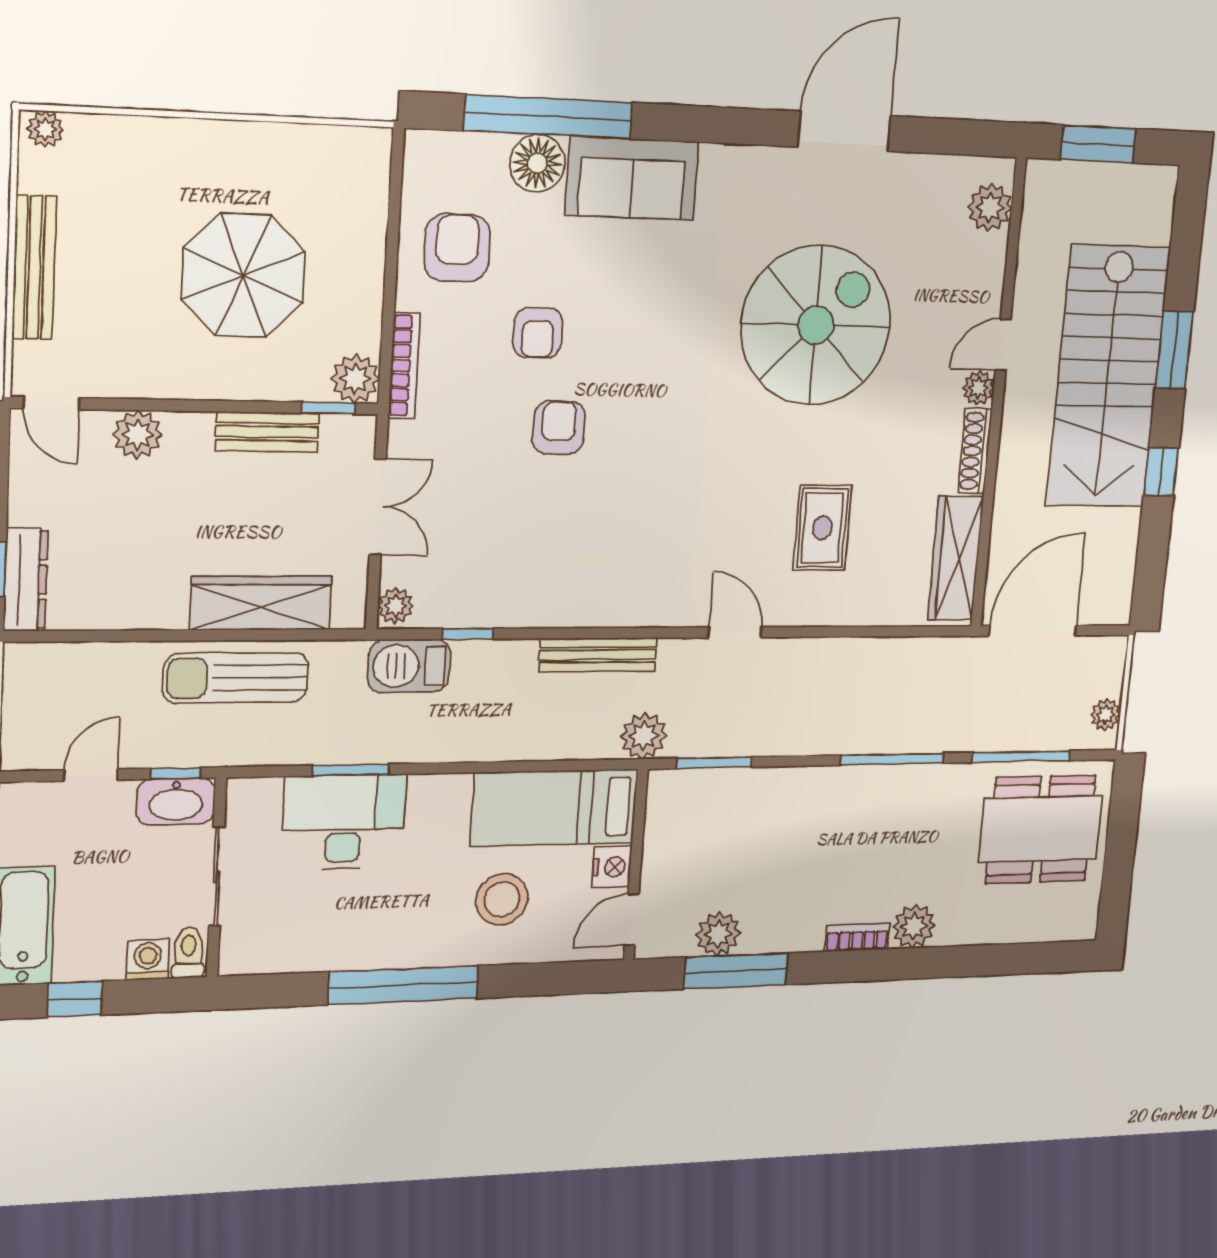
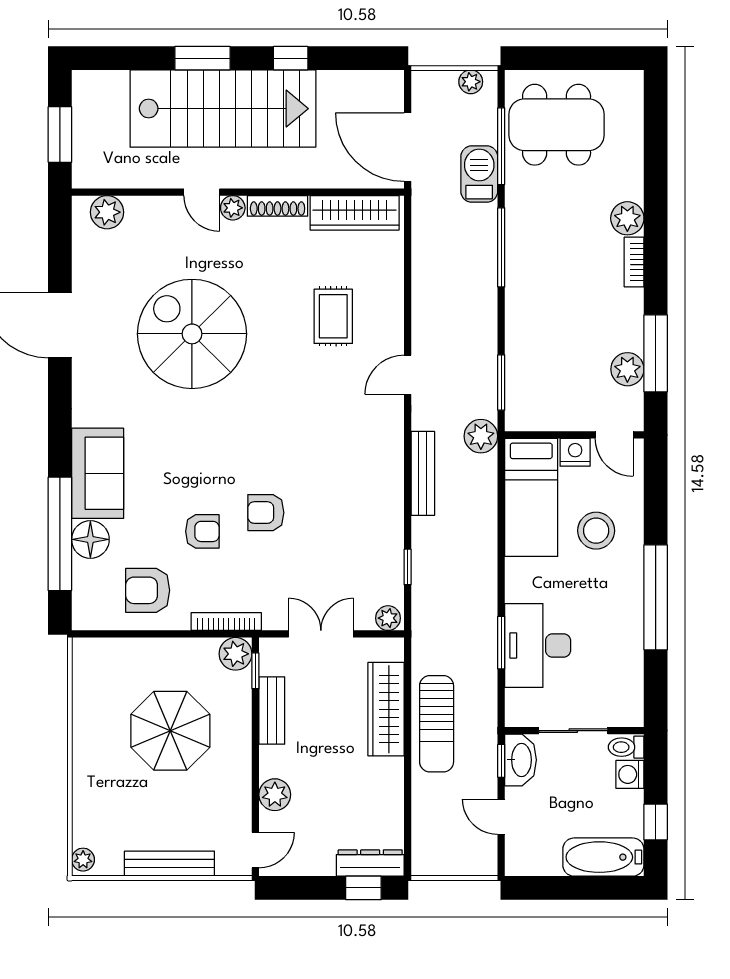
rug: (822, 528) -> (333, 316), turned 90
barbecue: (409, 666) -> (479, 174), moved, turned 180
dining table: (1041, 829) -> (557, 125), turned 90

